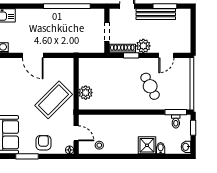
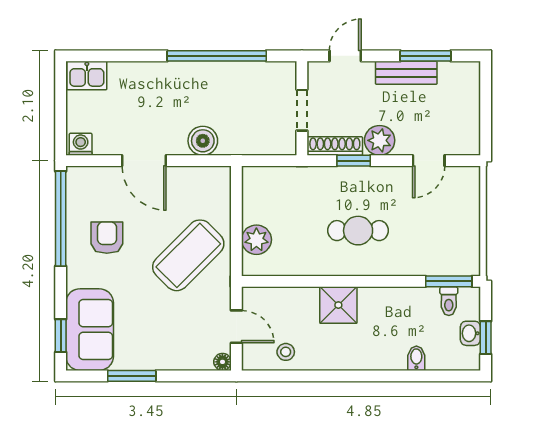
bench: (156, 14) -> (406, 73), width x0.73
boiler: (60, 46) -> (203, 141), added
cafe table: (150, 86) -> (358, 231), moved, turned -63
window: (193, 128) -> (486, 338), moved
armchair: (43, 143) -> (107, 238), moved
shower: (147, 145) -> (338, 305), moved
washbasin: (186, 147) -> (470, 333), moved

